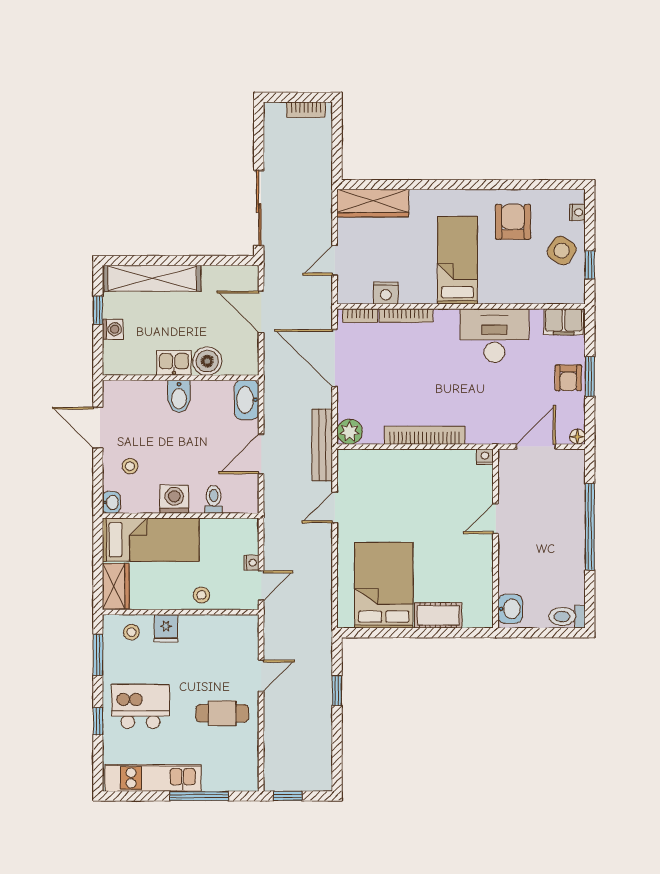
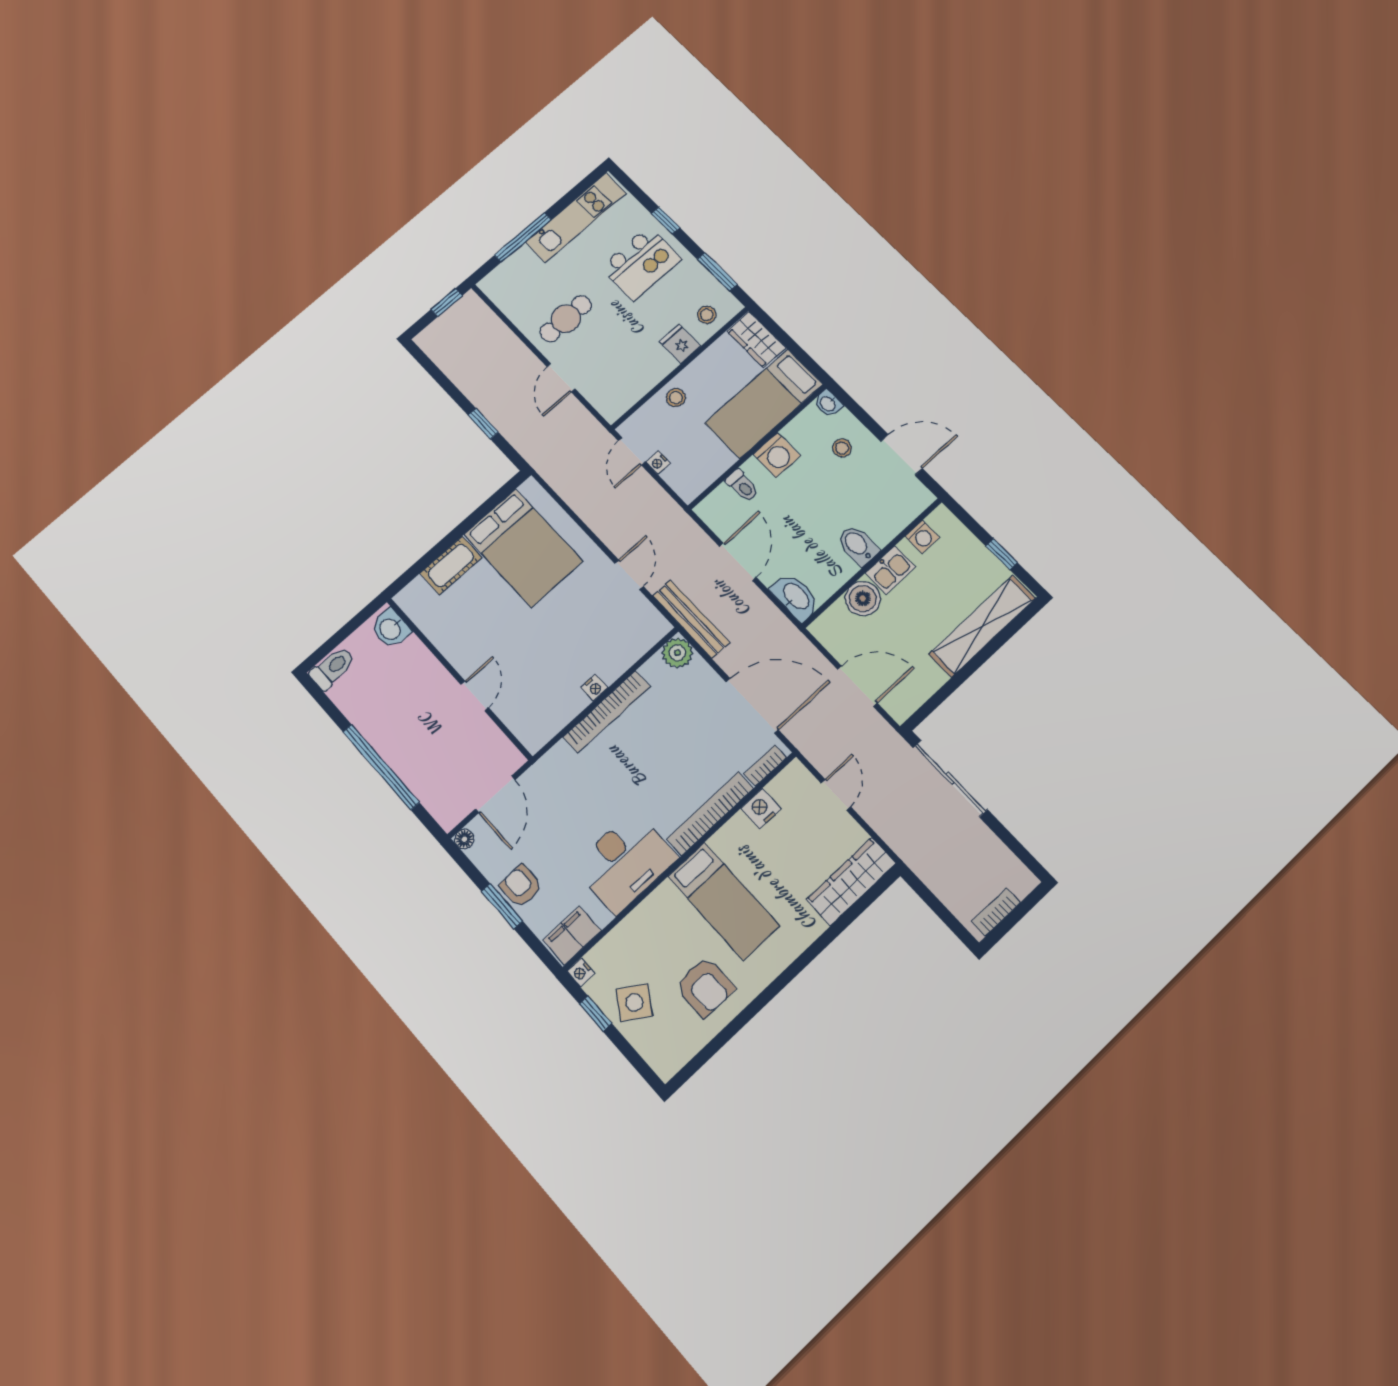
nightstand: (577, 212) -> (581, 972), moved
bookcase: (406, 316) -> (710, 814), width x1.48, depth x1.31
washing machine: (113, 329) -> (922, 537), moved, turned -90
nightstand: (485, 457) -> (594, 688), moved

